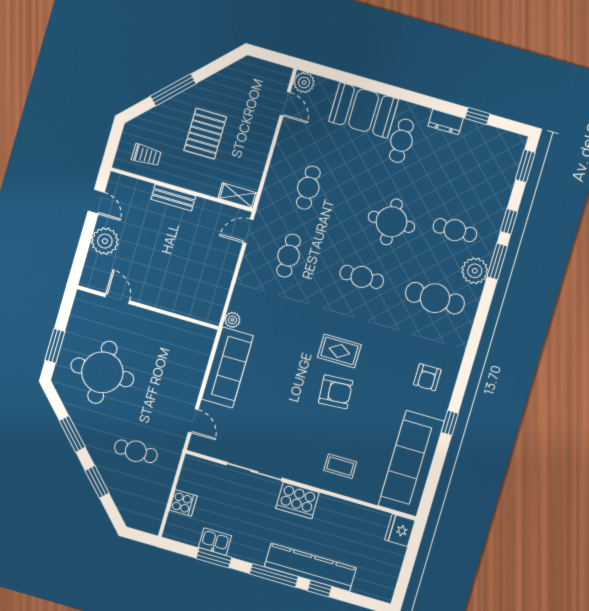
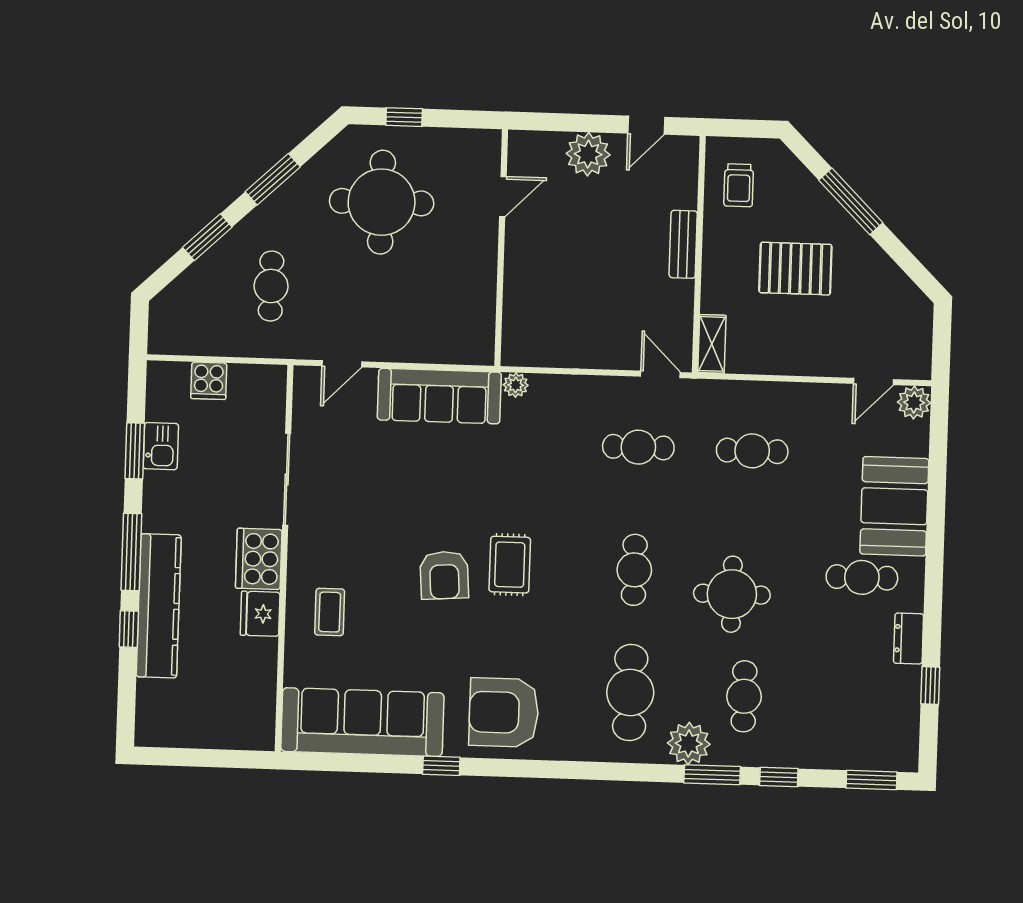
window: (55, 346) -> (404, 117), width x0.67
armchair: (427, 377) -> (504, 712), width x1.88, depth x1.88
fridge: (400, 530) -> (260, 614), moved, turned -90

